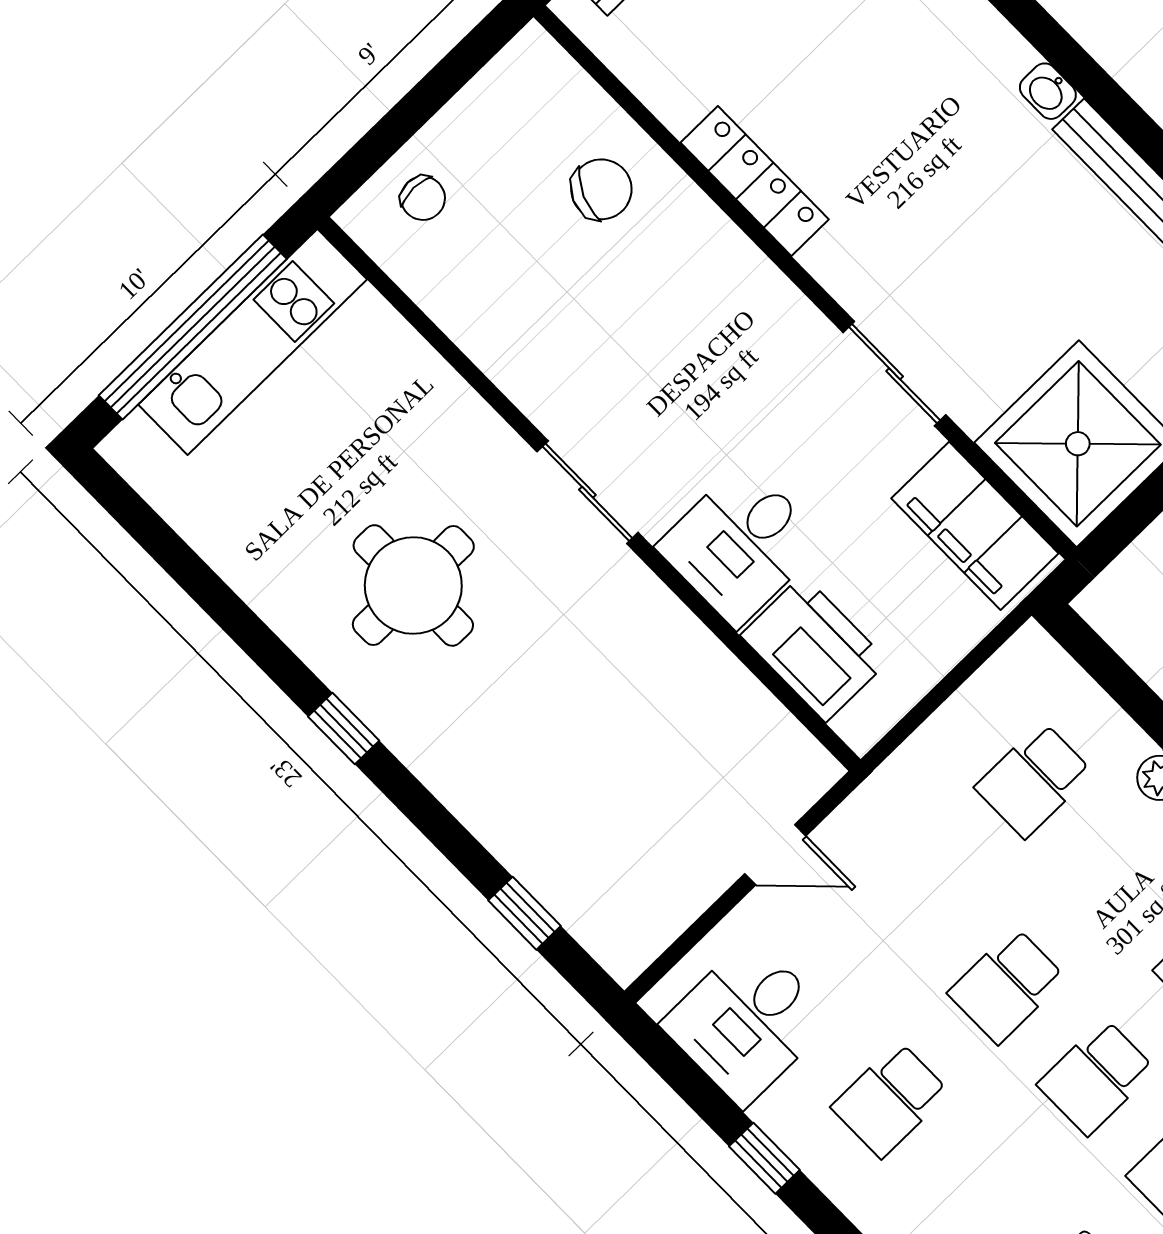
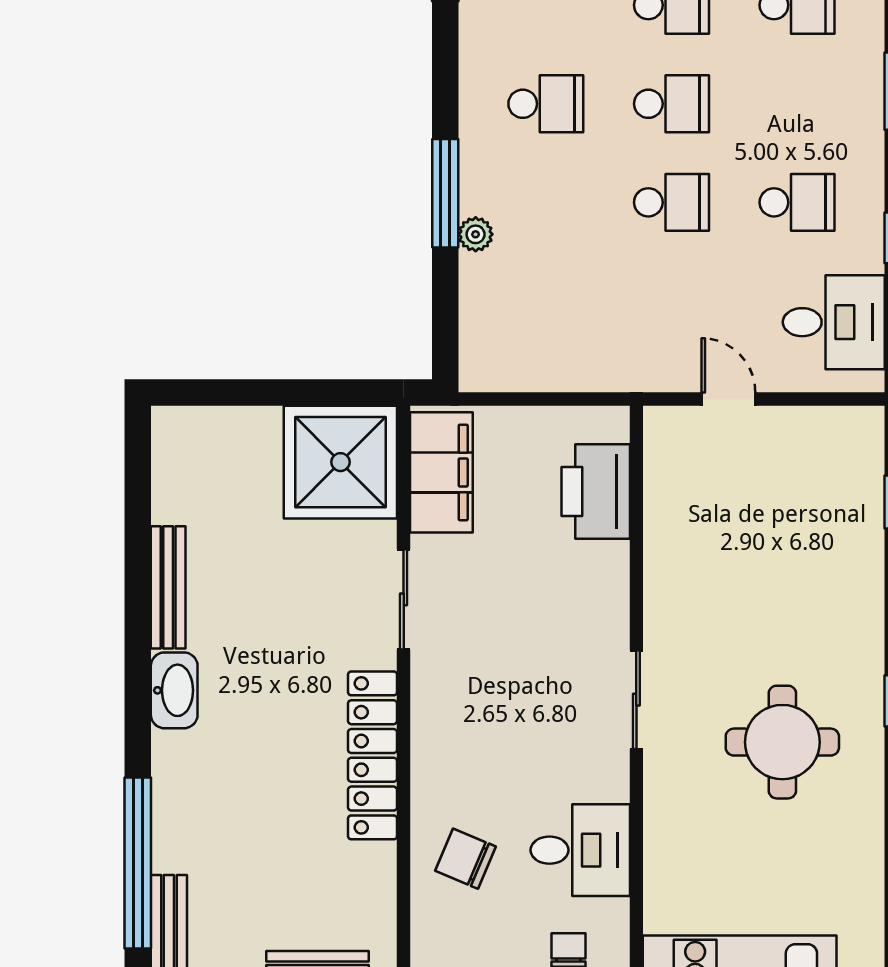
washbasin: (1048, 91) -> (174, 690), width x1.91, depth x1.45
locker: (755, 181) -> (372, 755), width x1.41, depth x1.21
desk: (741, 544) -> (580, 850), moved
school desk: (1034, 780) -> (546, 301), removed

